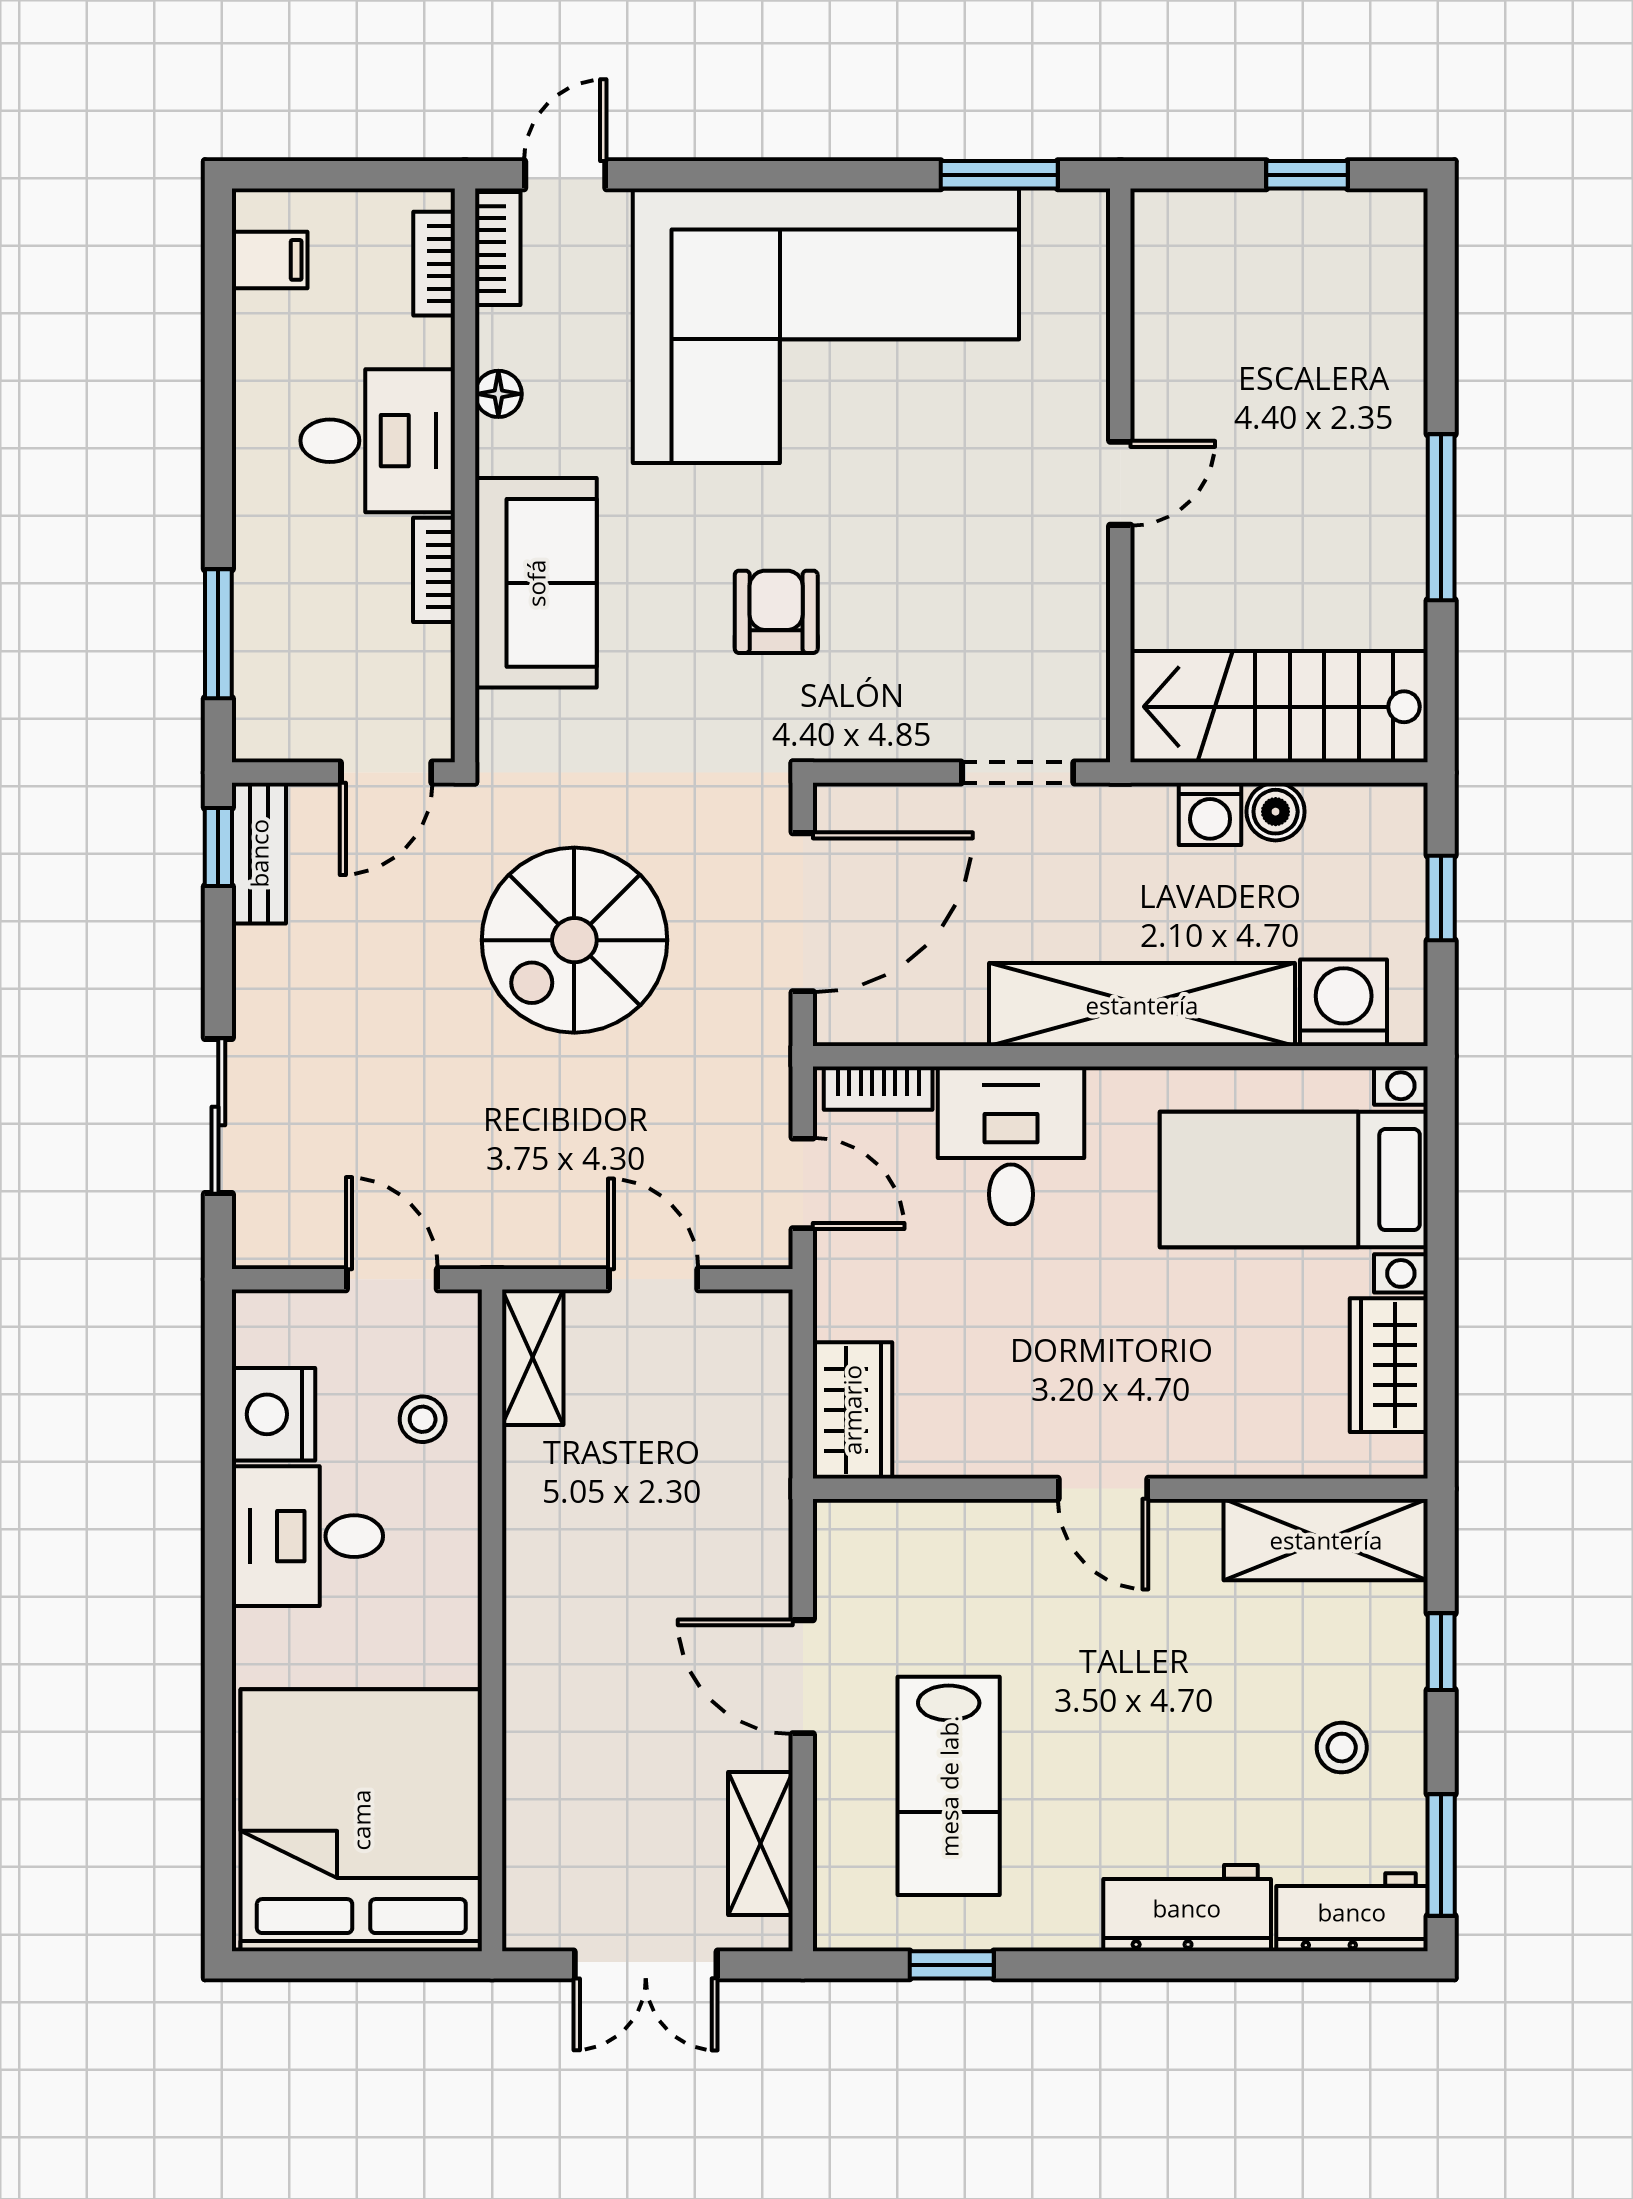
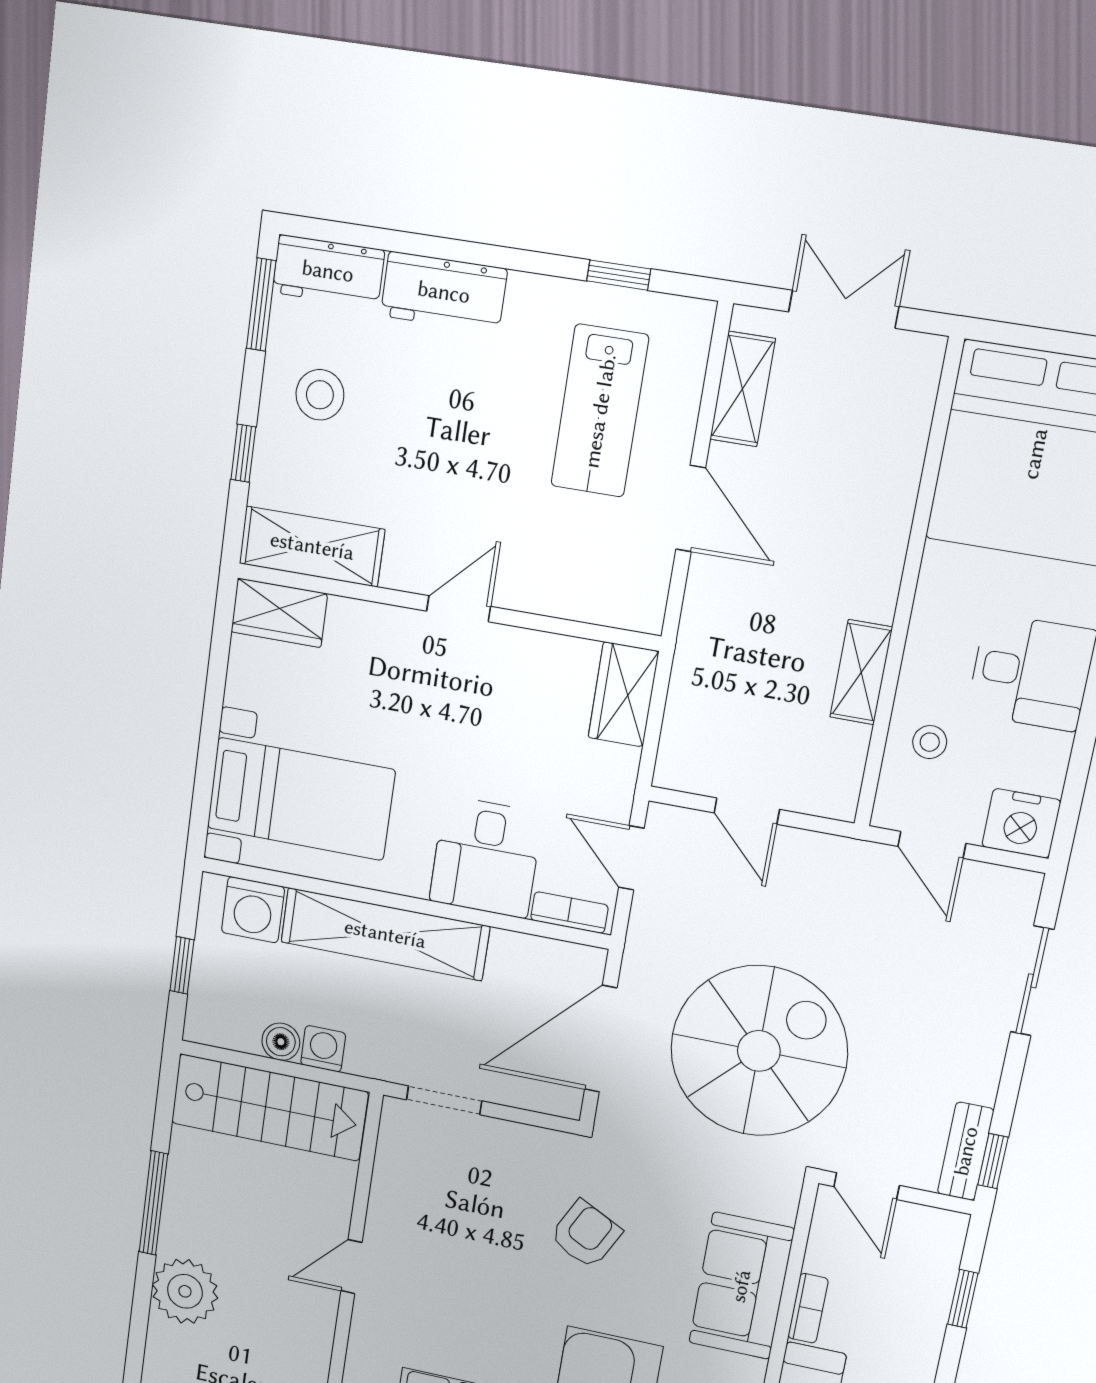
plant: (1374, 385) -> (185, 1291), added
armchair: (776, 612) -> (586, 1234), turned -153
window: (218, 634) -> (963, 1299), width x0.67
door: (386, 773) -> (867, 1186), swing flipped
spiral stairs: (574, 940) -> (759, 1051), width x1.37, depth x1.37
shelving: (533, 1357) -> (861, 672), moved
wardrobe: (1389, 1365) -> (279, 613), moved, turned 90
nightstand: (274, 1414) -> (1021, 823), moved, turned 90
door: (1103, 1489) -> (459, 609), hinge flipped
stool: (1342, 1748) -> (320, 395), width x1.37, depth x1.37
lab bench: (949, 1786) -> (600, 411), turned 180

